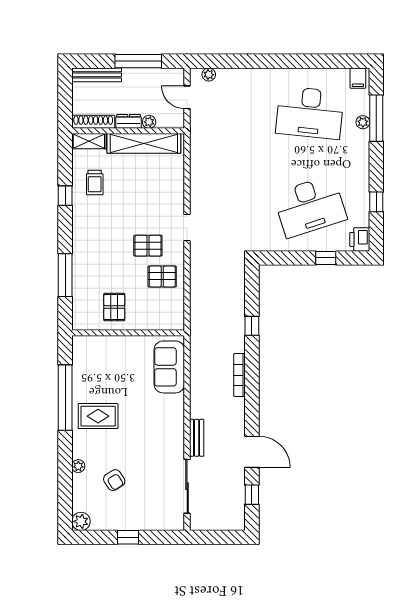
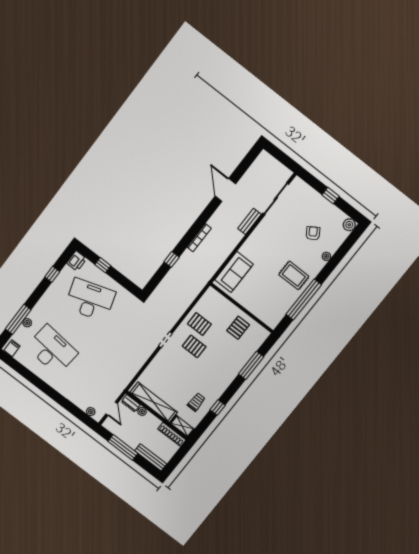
dresser: (129, 121) -> (131, 403), moved
window: (252, 495) -> (244, 166), removed

